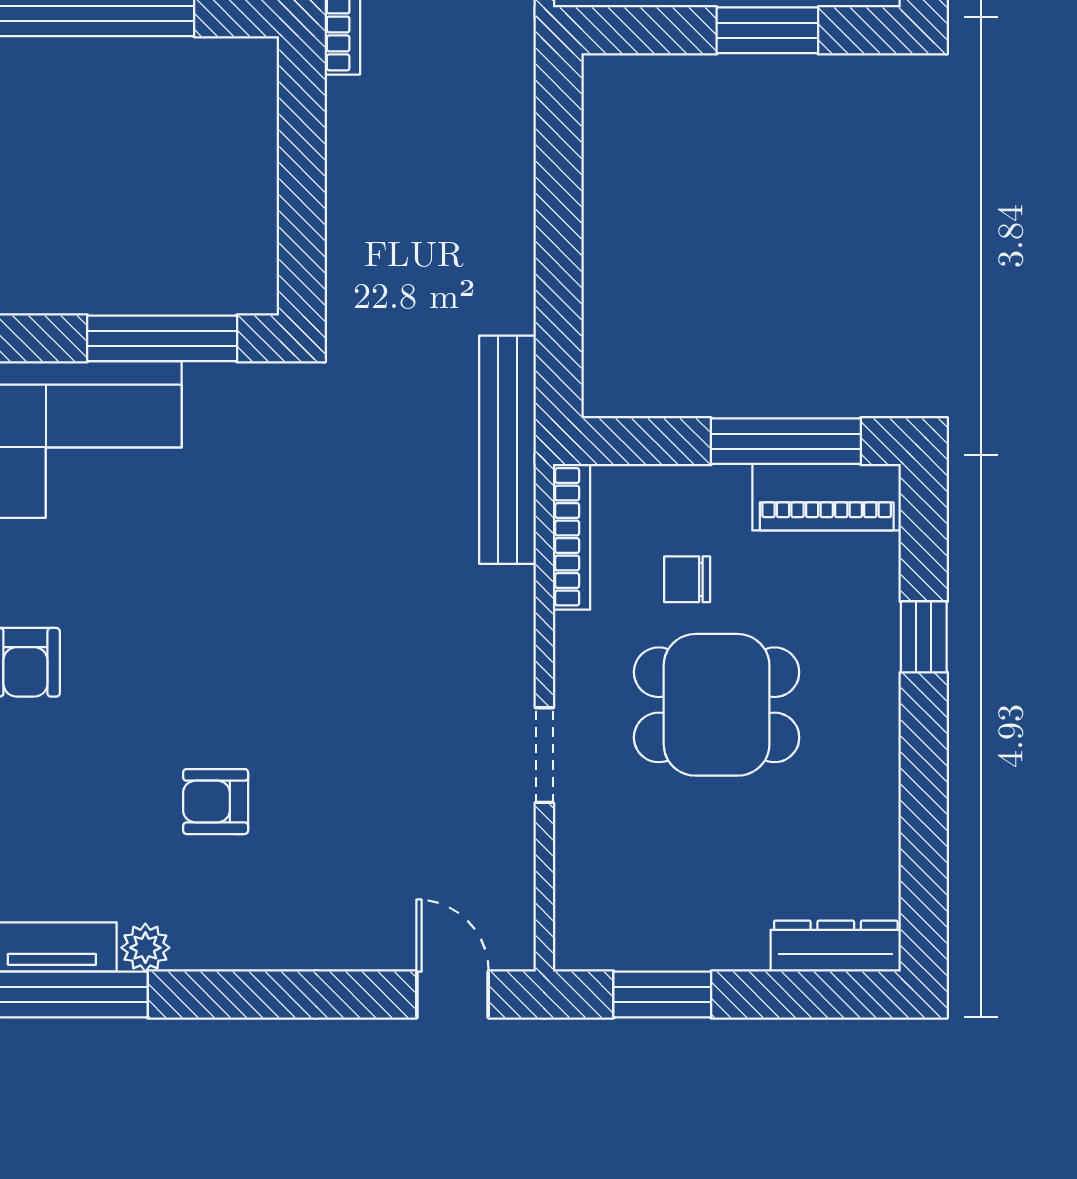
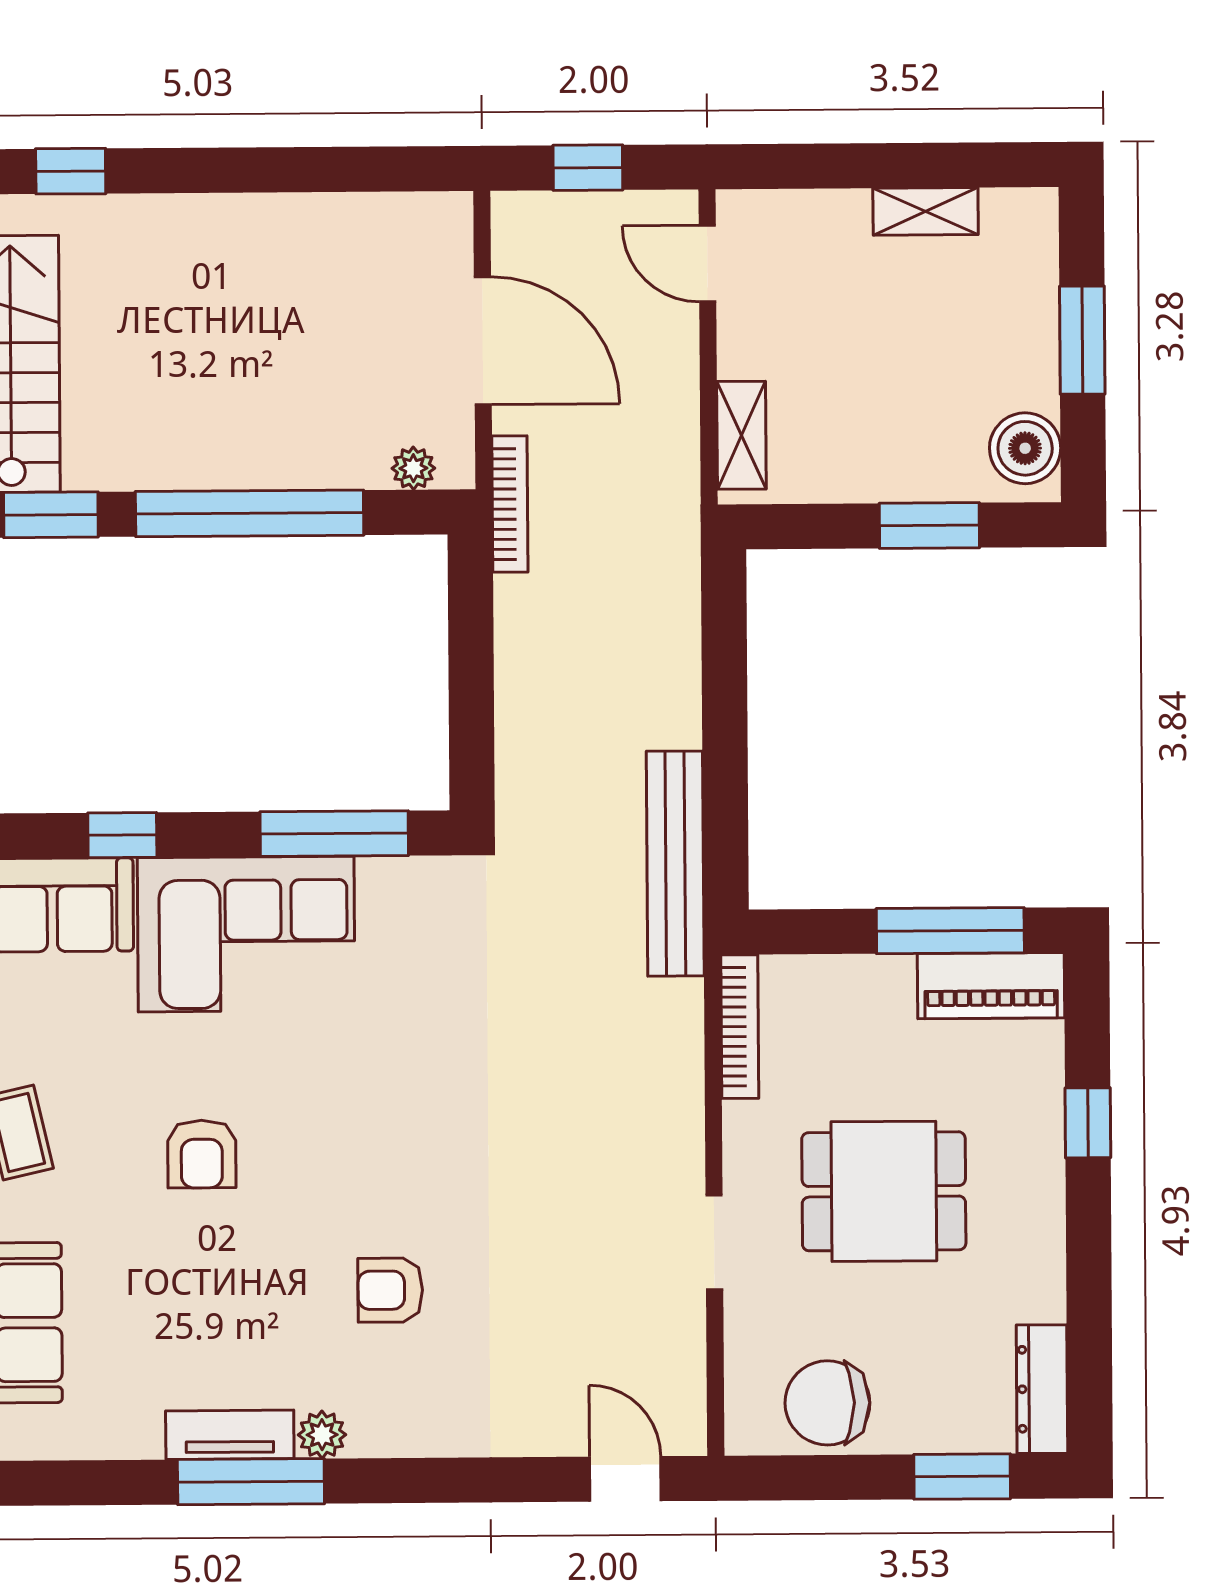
bench: (507, 450) -> (675, 864), moved
chair: (687, 579) -> (827, 1403), moved, width x1.87, depth x1.87
dresser: (836, 946) -> (1042, 1389), moved, turned -90
window: (662, 995) -> (962, 1477), moved

